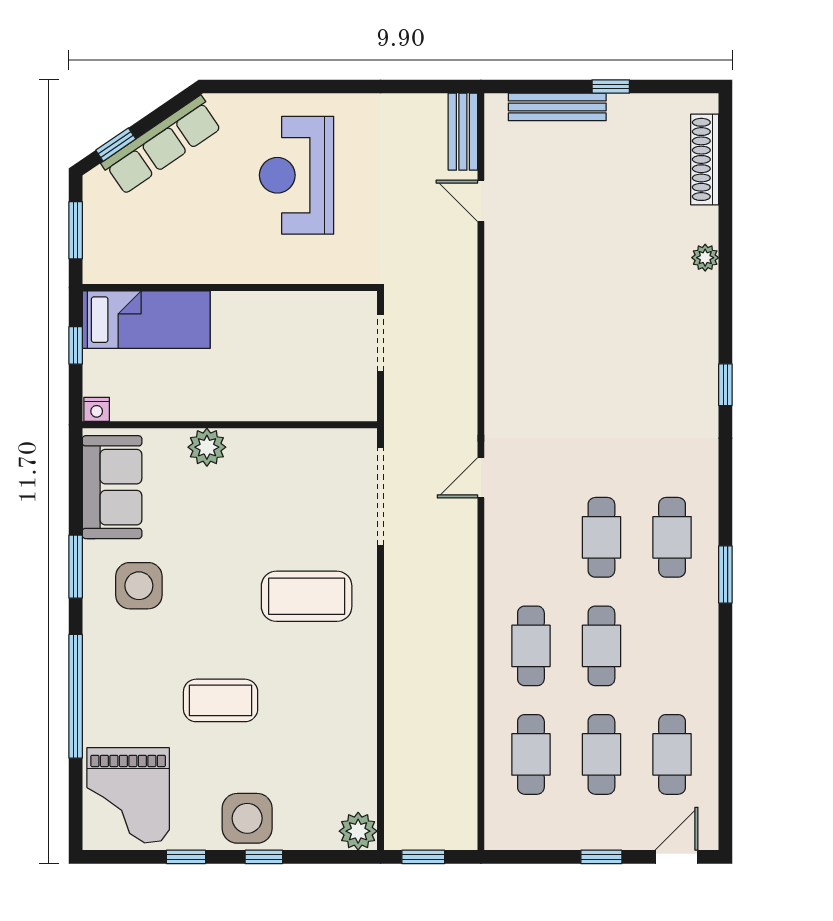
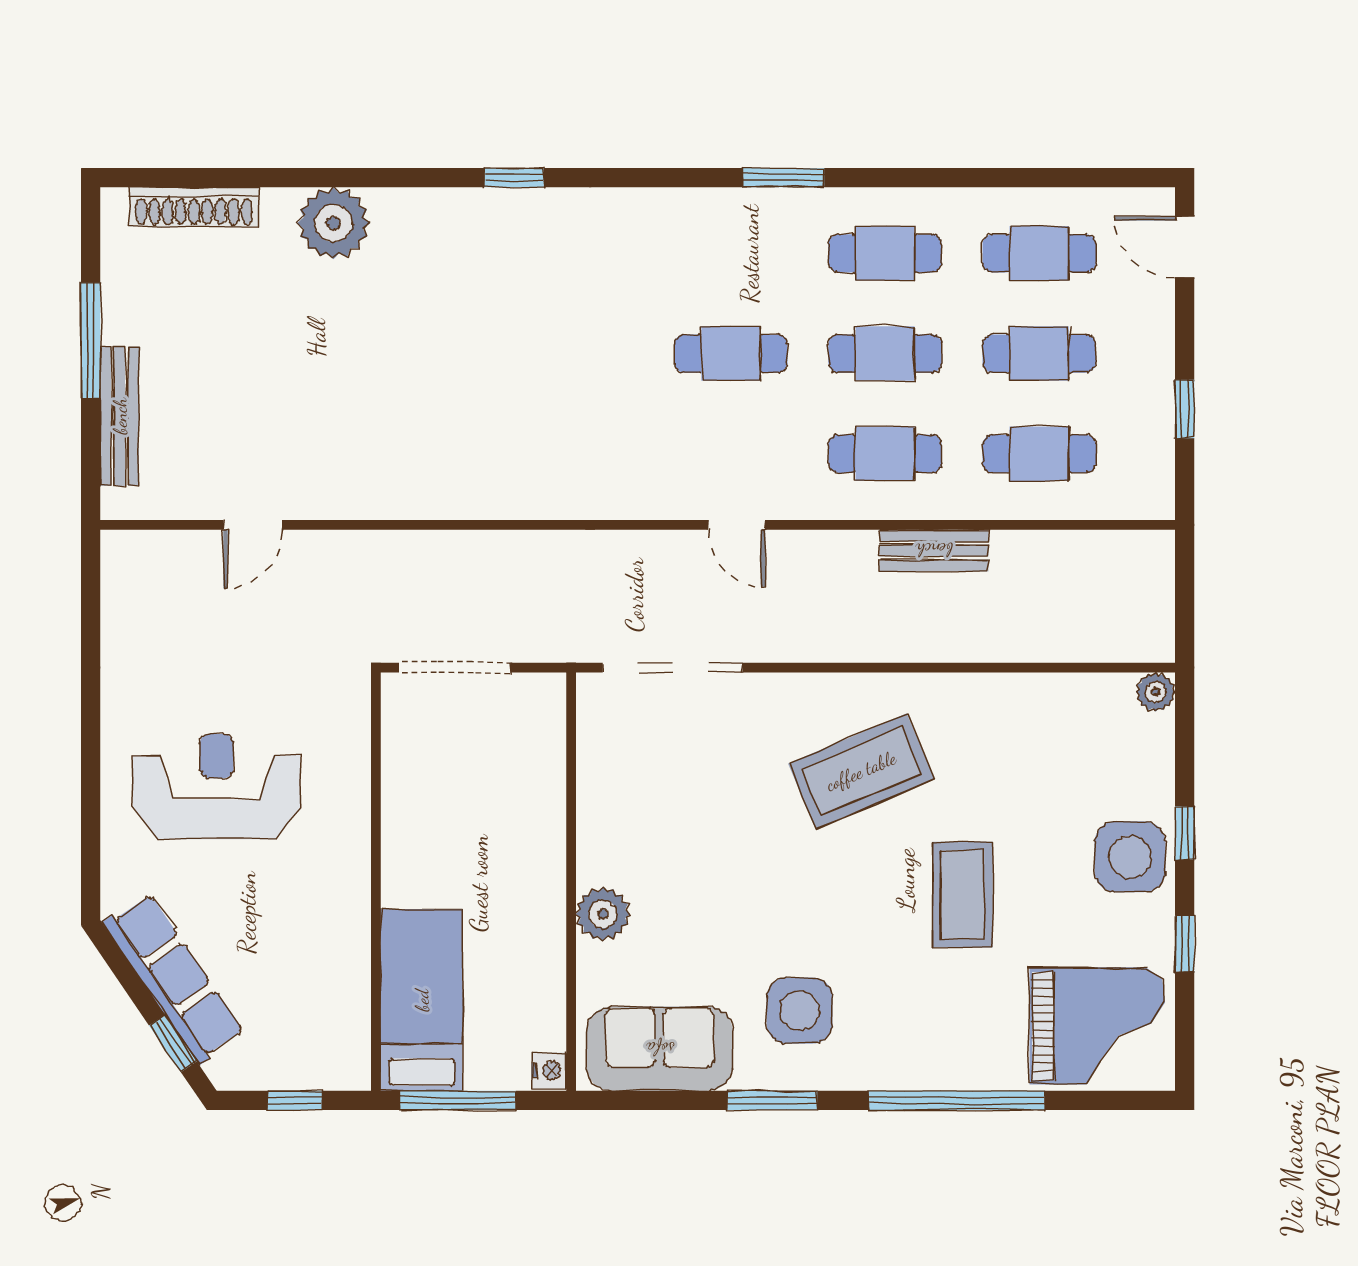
window: (611, 87) -> (91, 340), width x2.17
bench: (463, 132) -> (934, 550), moved
reception desk: (297, 175) -> (217, 787), turned 180
window: (76, 230) -> (295, 1100), width x0.67
plant: (705, 258) -> (333, 223), width x1.88, depth x1.88
doorway: (380, 343) -> (455, 668), width x1.38
window: (76, 345) -> (458, 1100), width x2.17
door: (481, 478) -> (737, 525), moved
cafe table: (672, 537) -> (885, 253), moved
coffee table: (307, 596) -> (861, 771), moved, turned 67
plant: (358, 831) -> (1156, 692), width x0.73, depth x0.73
window: (423, 857) -> (1185, 607), removed
window: (601, 857) -> (1185, 409), moved

